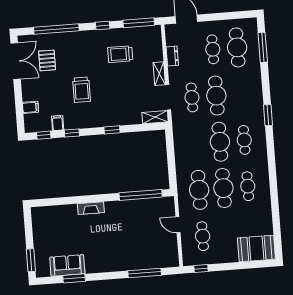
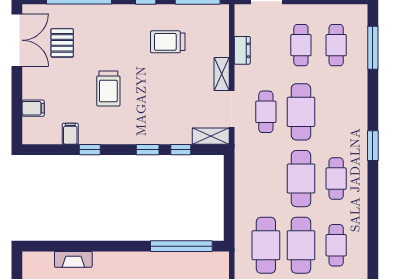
cafe table: (237, 47) -> (336, 45), width x0.73, depth x0.74
window: (44, 135) -> (181, 150), moved
fireplace: (91, 208) -> (73, 259), moved

